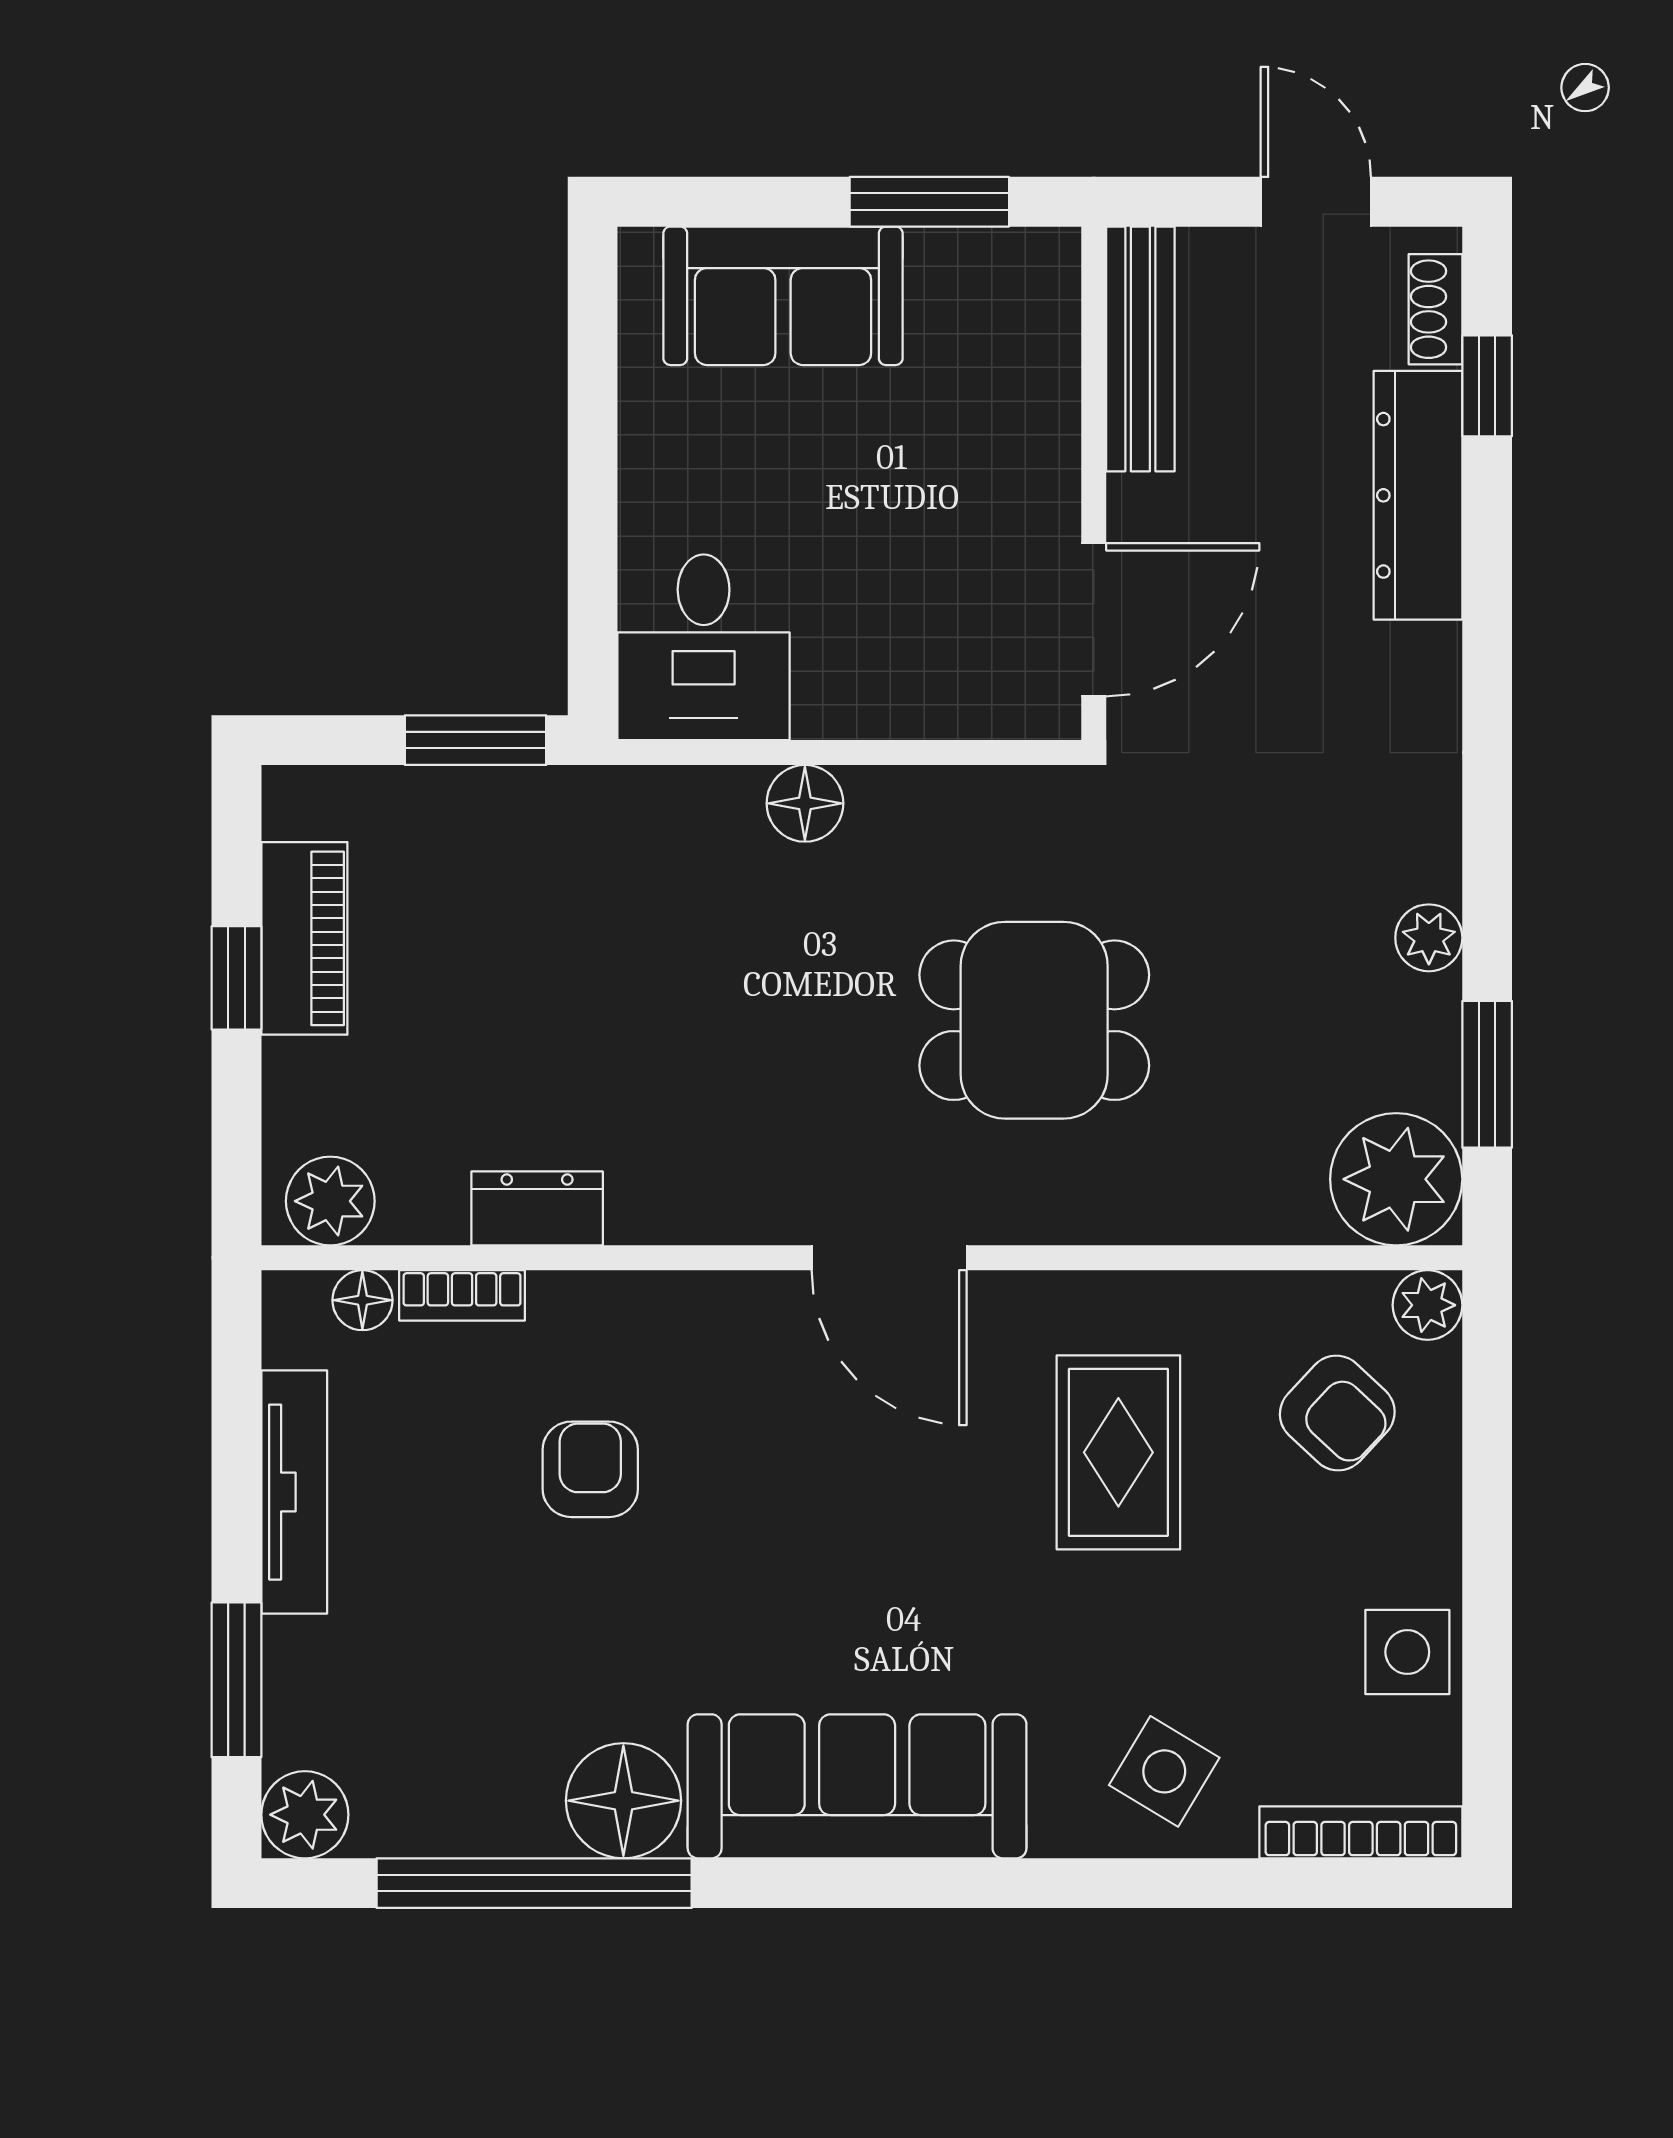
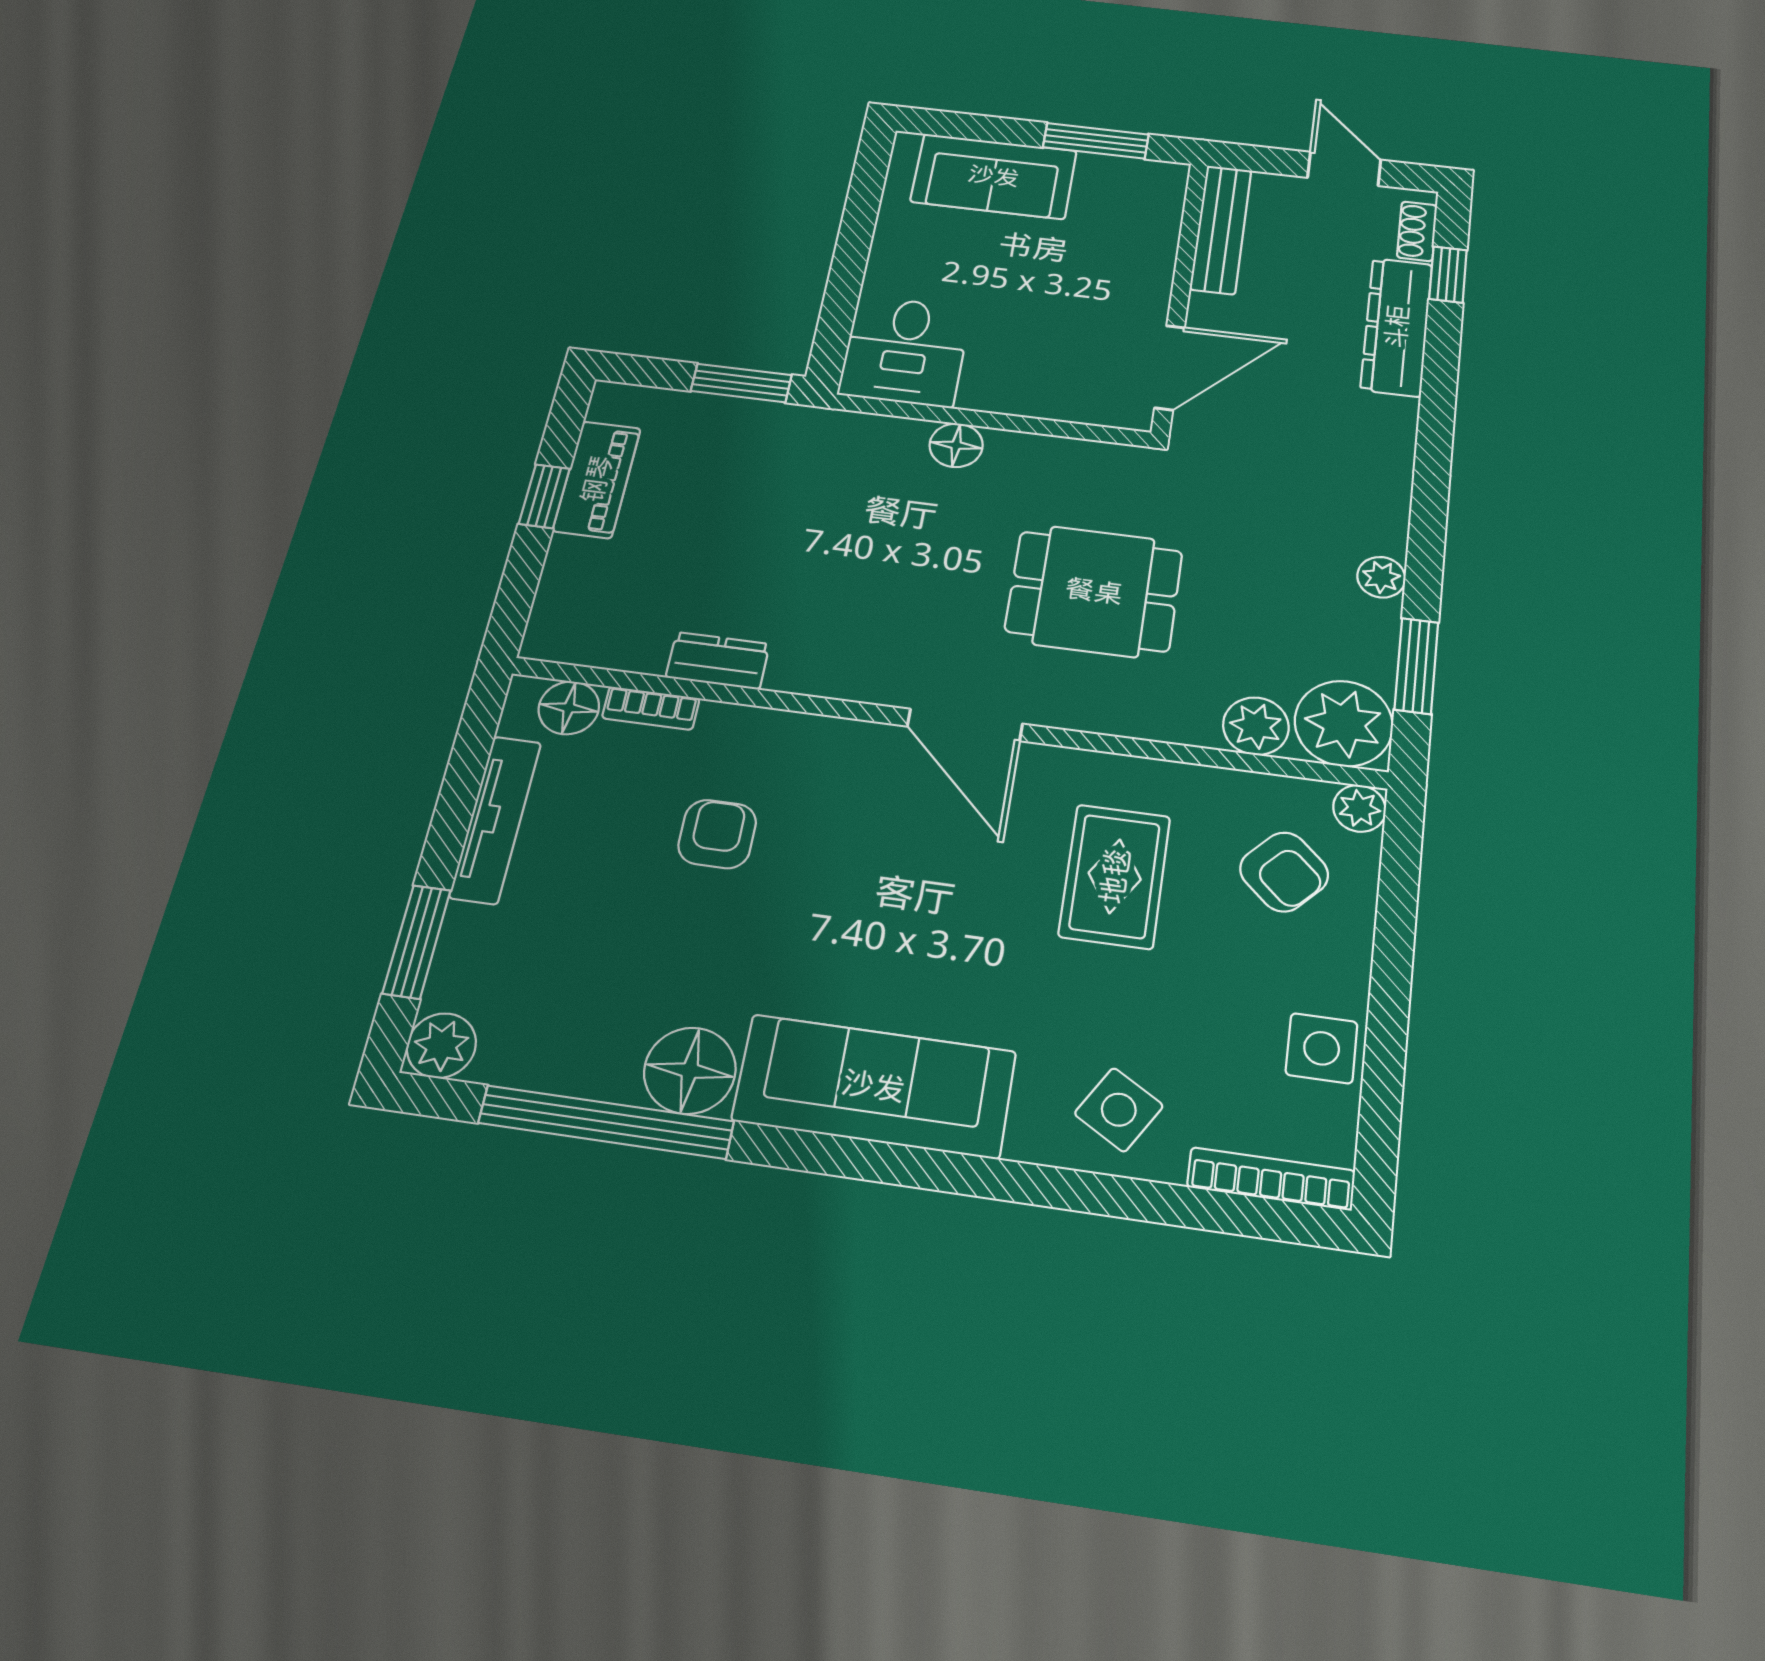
plant: (330, 1201) -> (1256, 726), moved
floor lamp: (362, 1300) -> (569, 708), width x1.37, depth x1.37

